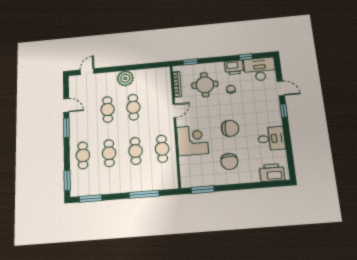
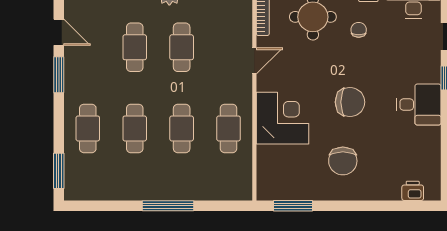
desk: (271, 139) -> (419, 105), moved
printer: (272, 173) -> (413, 191), width x0.53, depth x0.68
window: (144, 194) -> (168, 206), moved
window: (91, 198) -> (100, 206), removed

